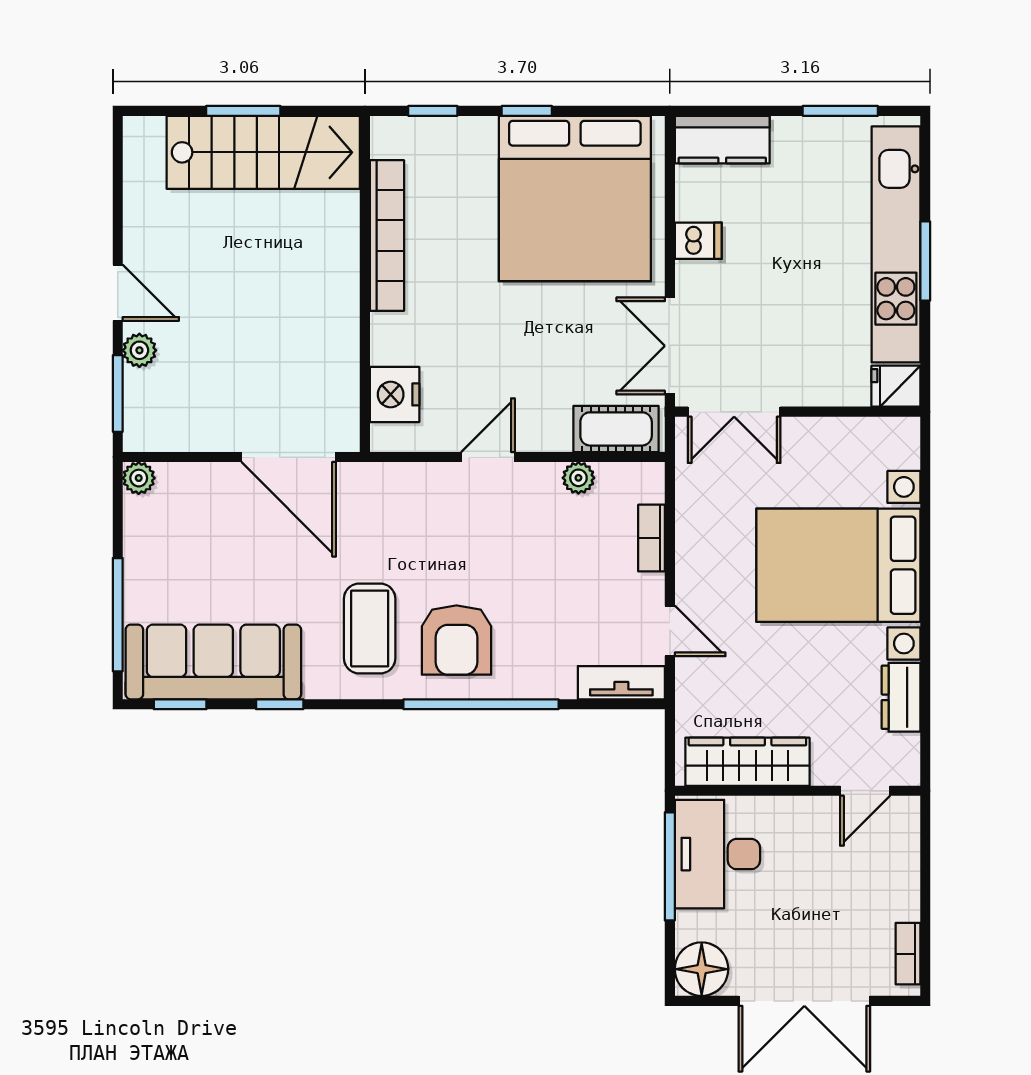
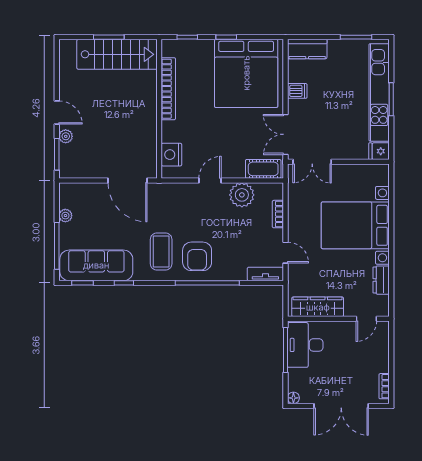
plant: (139, 478) -> (65, 216), moved
plant: (578, 478) -> (242, 195), width x1.88, depth x1.88
floor lamp: (702, 969) -> (293, 398), width x0.53, depth x0.53

